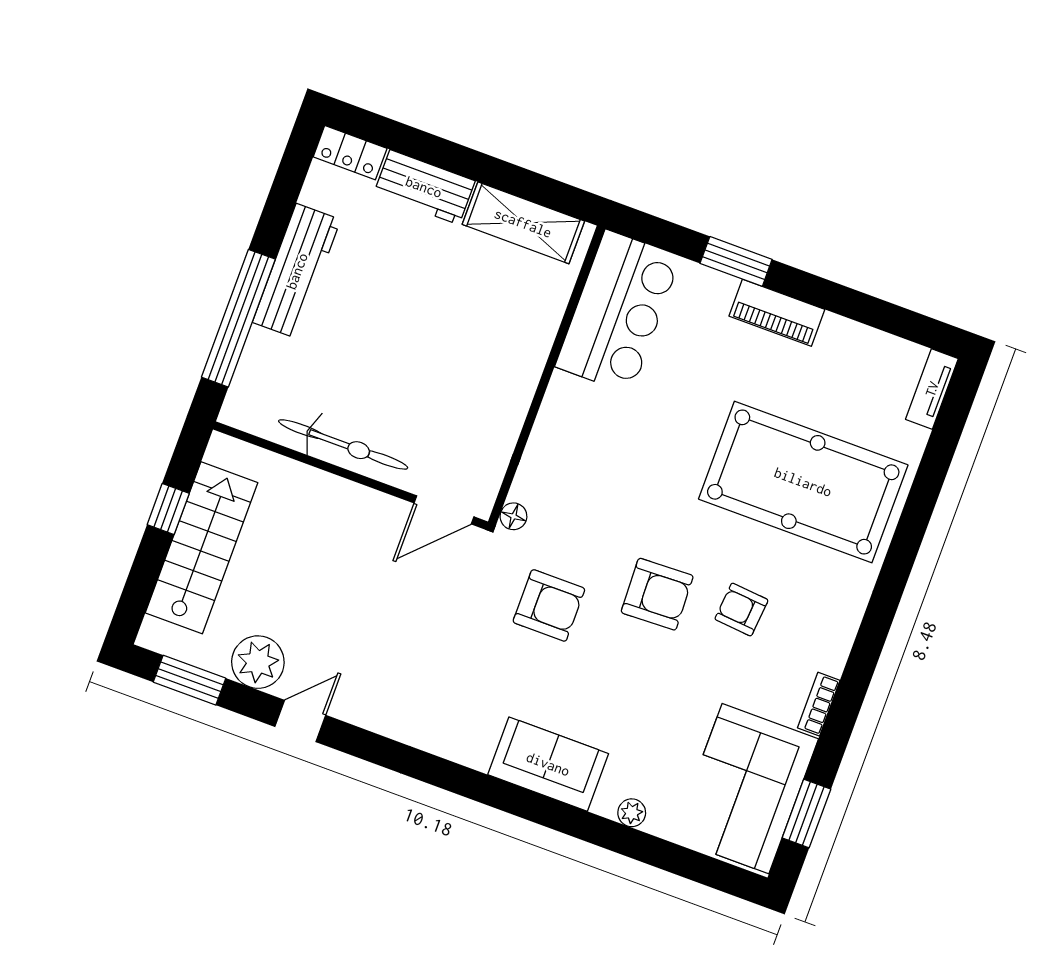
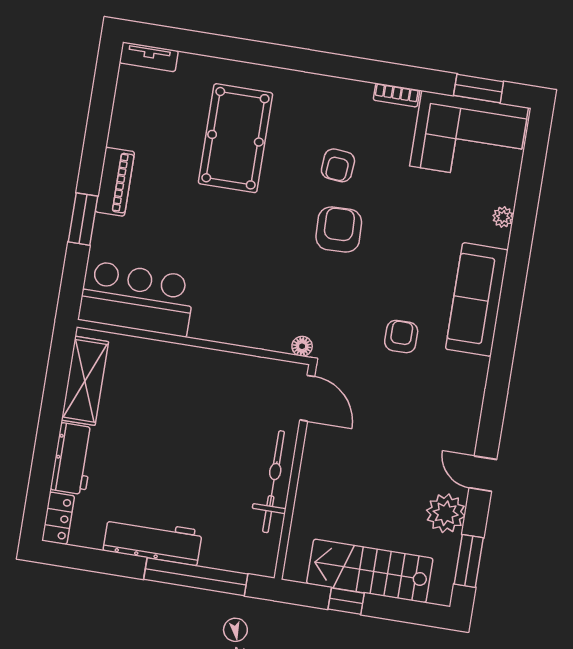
pool table: (803, 482) -> (235, 138), width x0.73, depth x0.76
armchair: (549, 605) -> (401, 337), moved, width x0.72, depth x0.72
sofa: (548, 764) -> (477, 299), width x1.36

